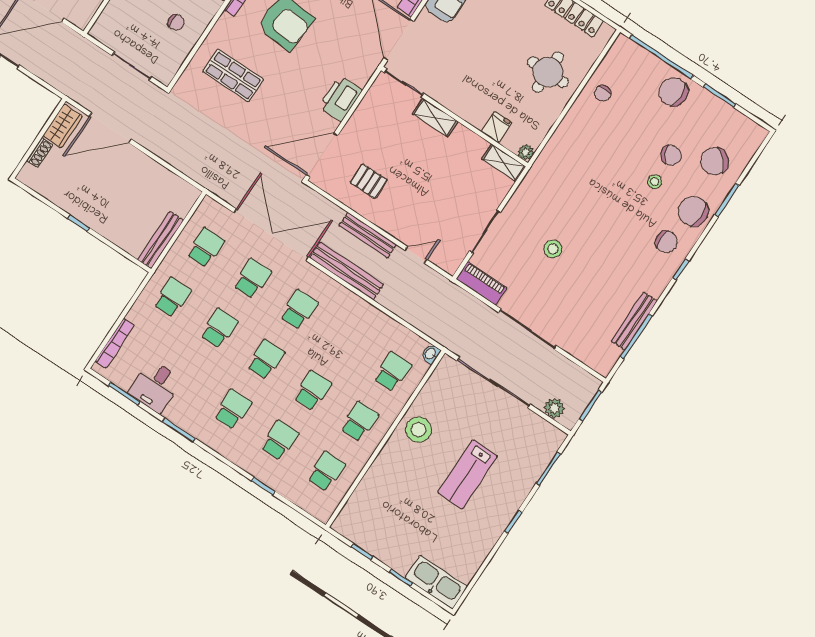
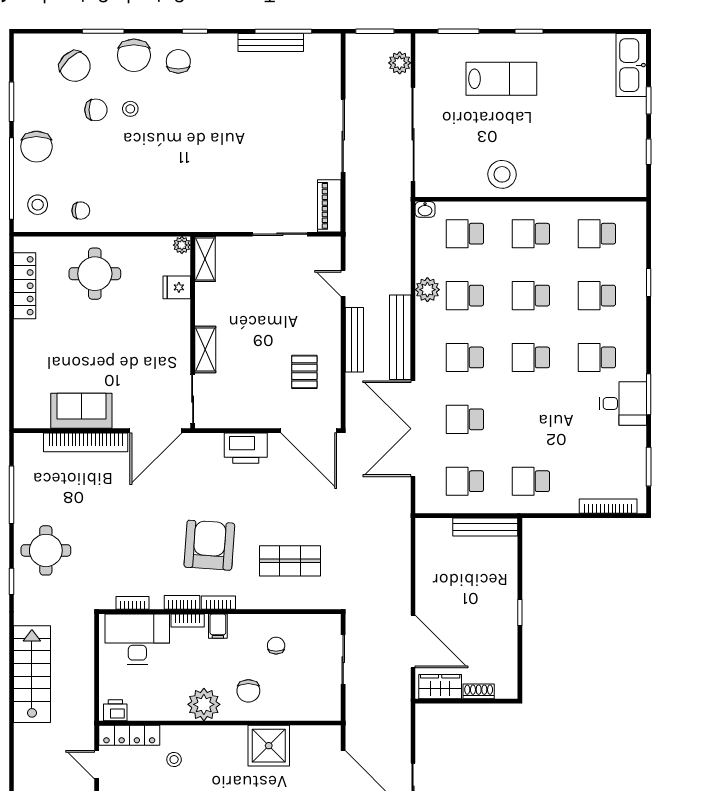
shop shelf: (233, 76) -> (290, 561), turned 90
chair: (671, 155) -> (96, 110), turned 115
stool: (553, 249) -> (38, 205), moved
plant: (369, 315) -> (427, 290), added
school desk: (219, 328) -> (465, 296), moved
desk: (155, 386) -> (623, 403), moved
lab bench: (467, 474) -> (501, 79), moved

